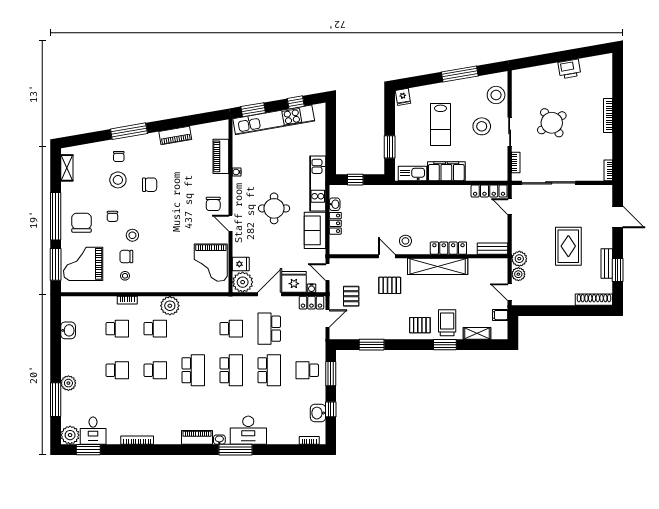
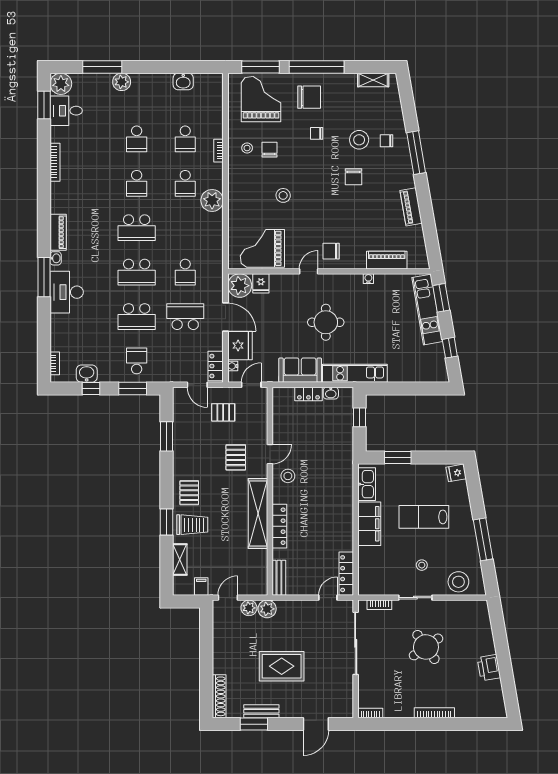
kitchen unit: (274, 120) -> (427, 310), width x0.73
stool: (482, 126) -> (422, 565), width x0.53, depth x0.53
stool: (132, 235) -> (283, 195), moved

